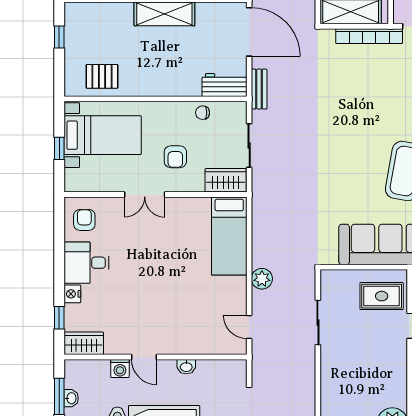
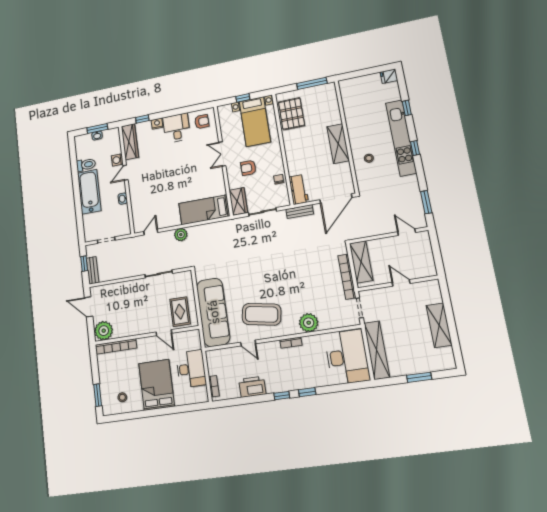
window: (59, 37) -> (312, 83), width x2.17
pallet: (102, 76) -> (291, 114), width x1.50, depth x1.42
wardrobe: (84, 343) -> (130, 142), width x1.50

